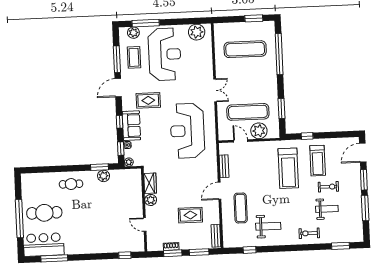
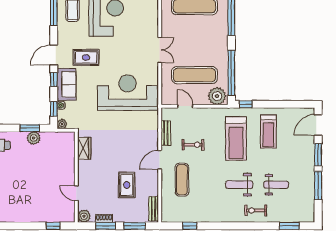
door: (118, 88) -> (54, 55), moved
window: (281, 108) -> (231, 73), width x2.11
reception desk: (187, 131) -> (127, 93), turned 90
plant: (259, 131) -> (217, 96), moved
window: (307, 136) -> (246, 104), moved
exercise bike: (328, 187) -> (193, 145), moved
plant: (151, 200) -> (84, 216), moved
rug: (190, 215) -> (127, 185), turned 90
weight bench: (268, 226) -> (239, 185), moved, turned 180

